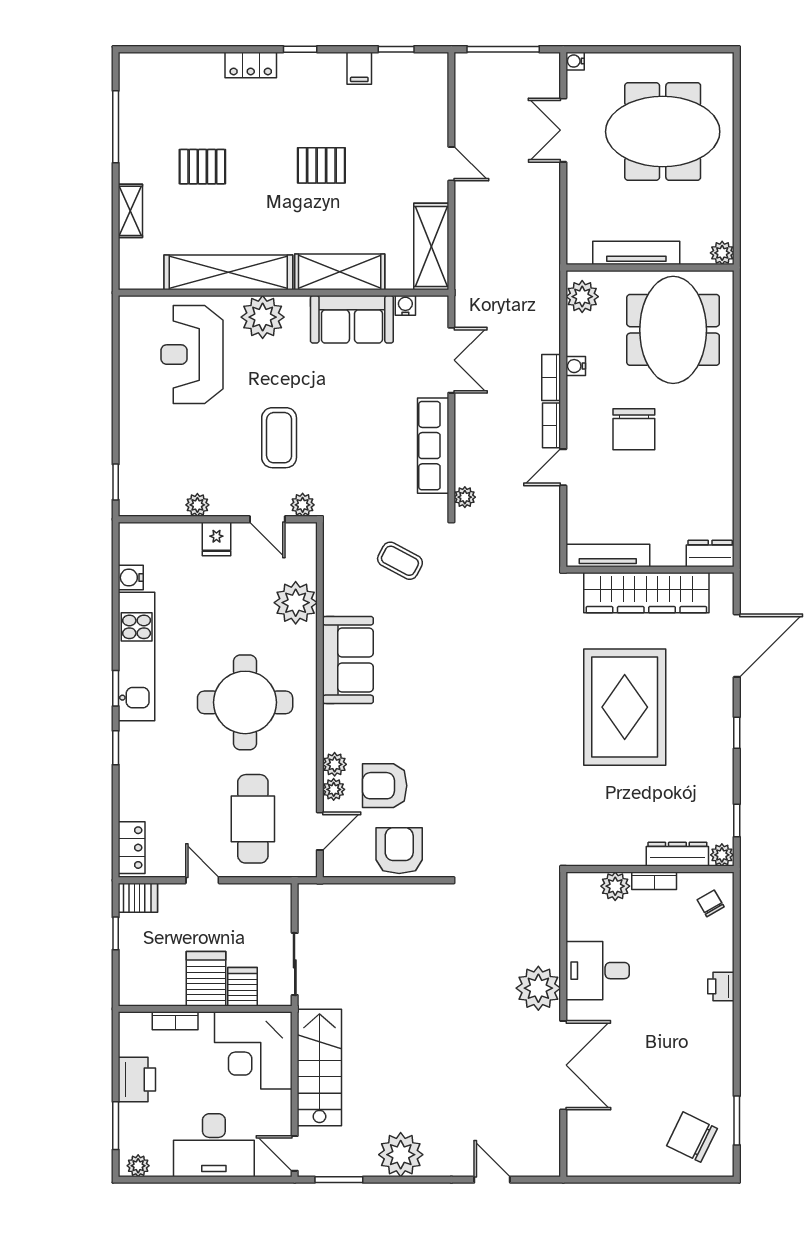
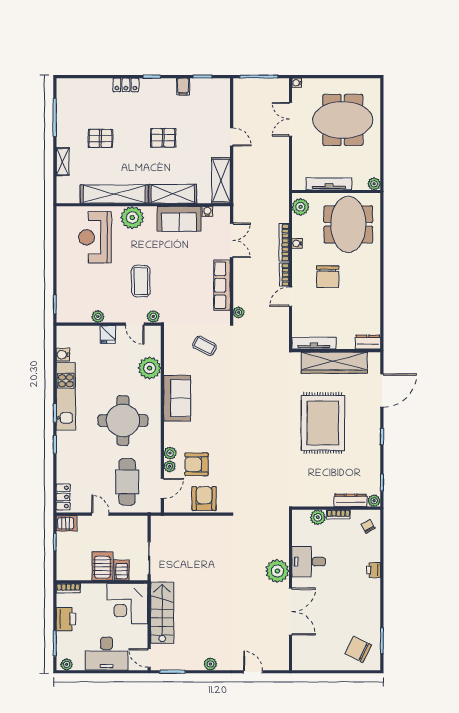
bookcase: (551, 377) -> (284, 243), width x1.56
bookcase: (175, 1021) -> (68, 588), moved
plant: (401, 1155) -> (210, 664), width x0.53, depth x0.53

